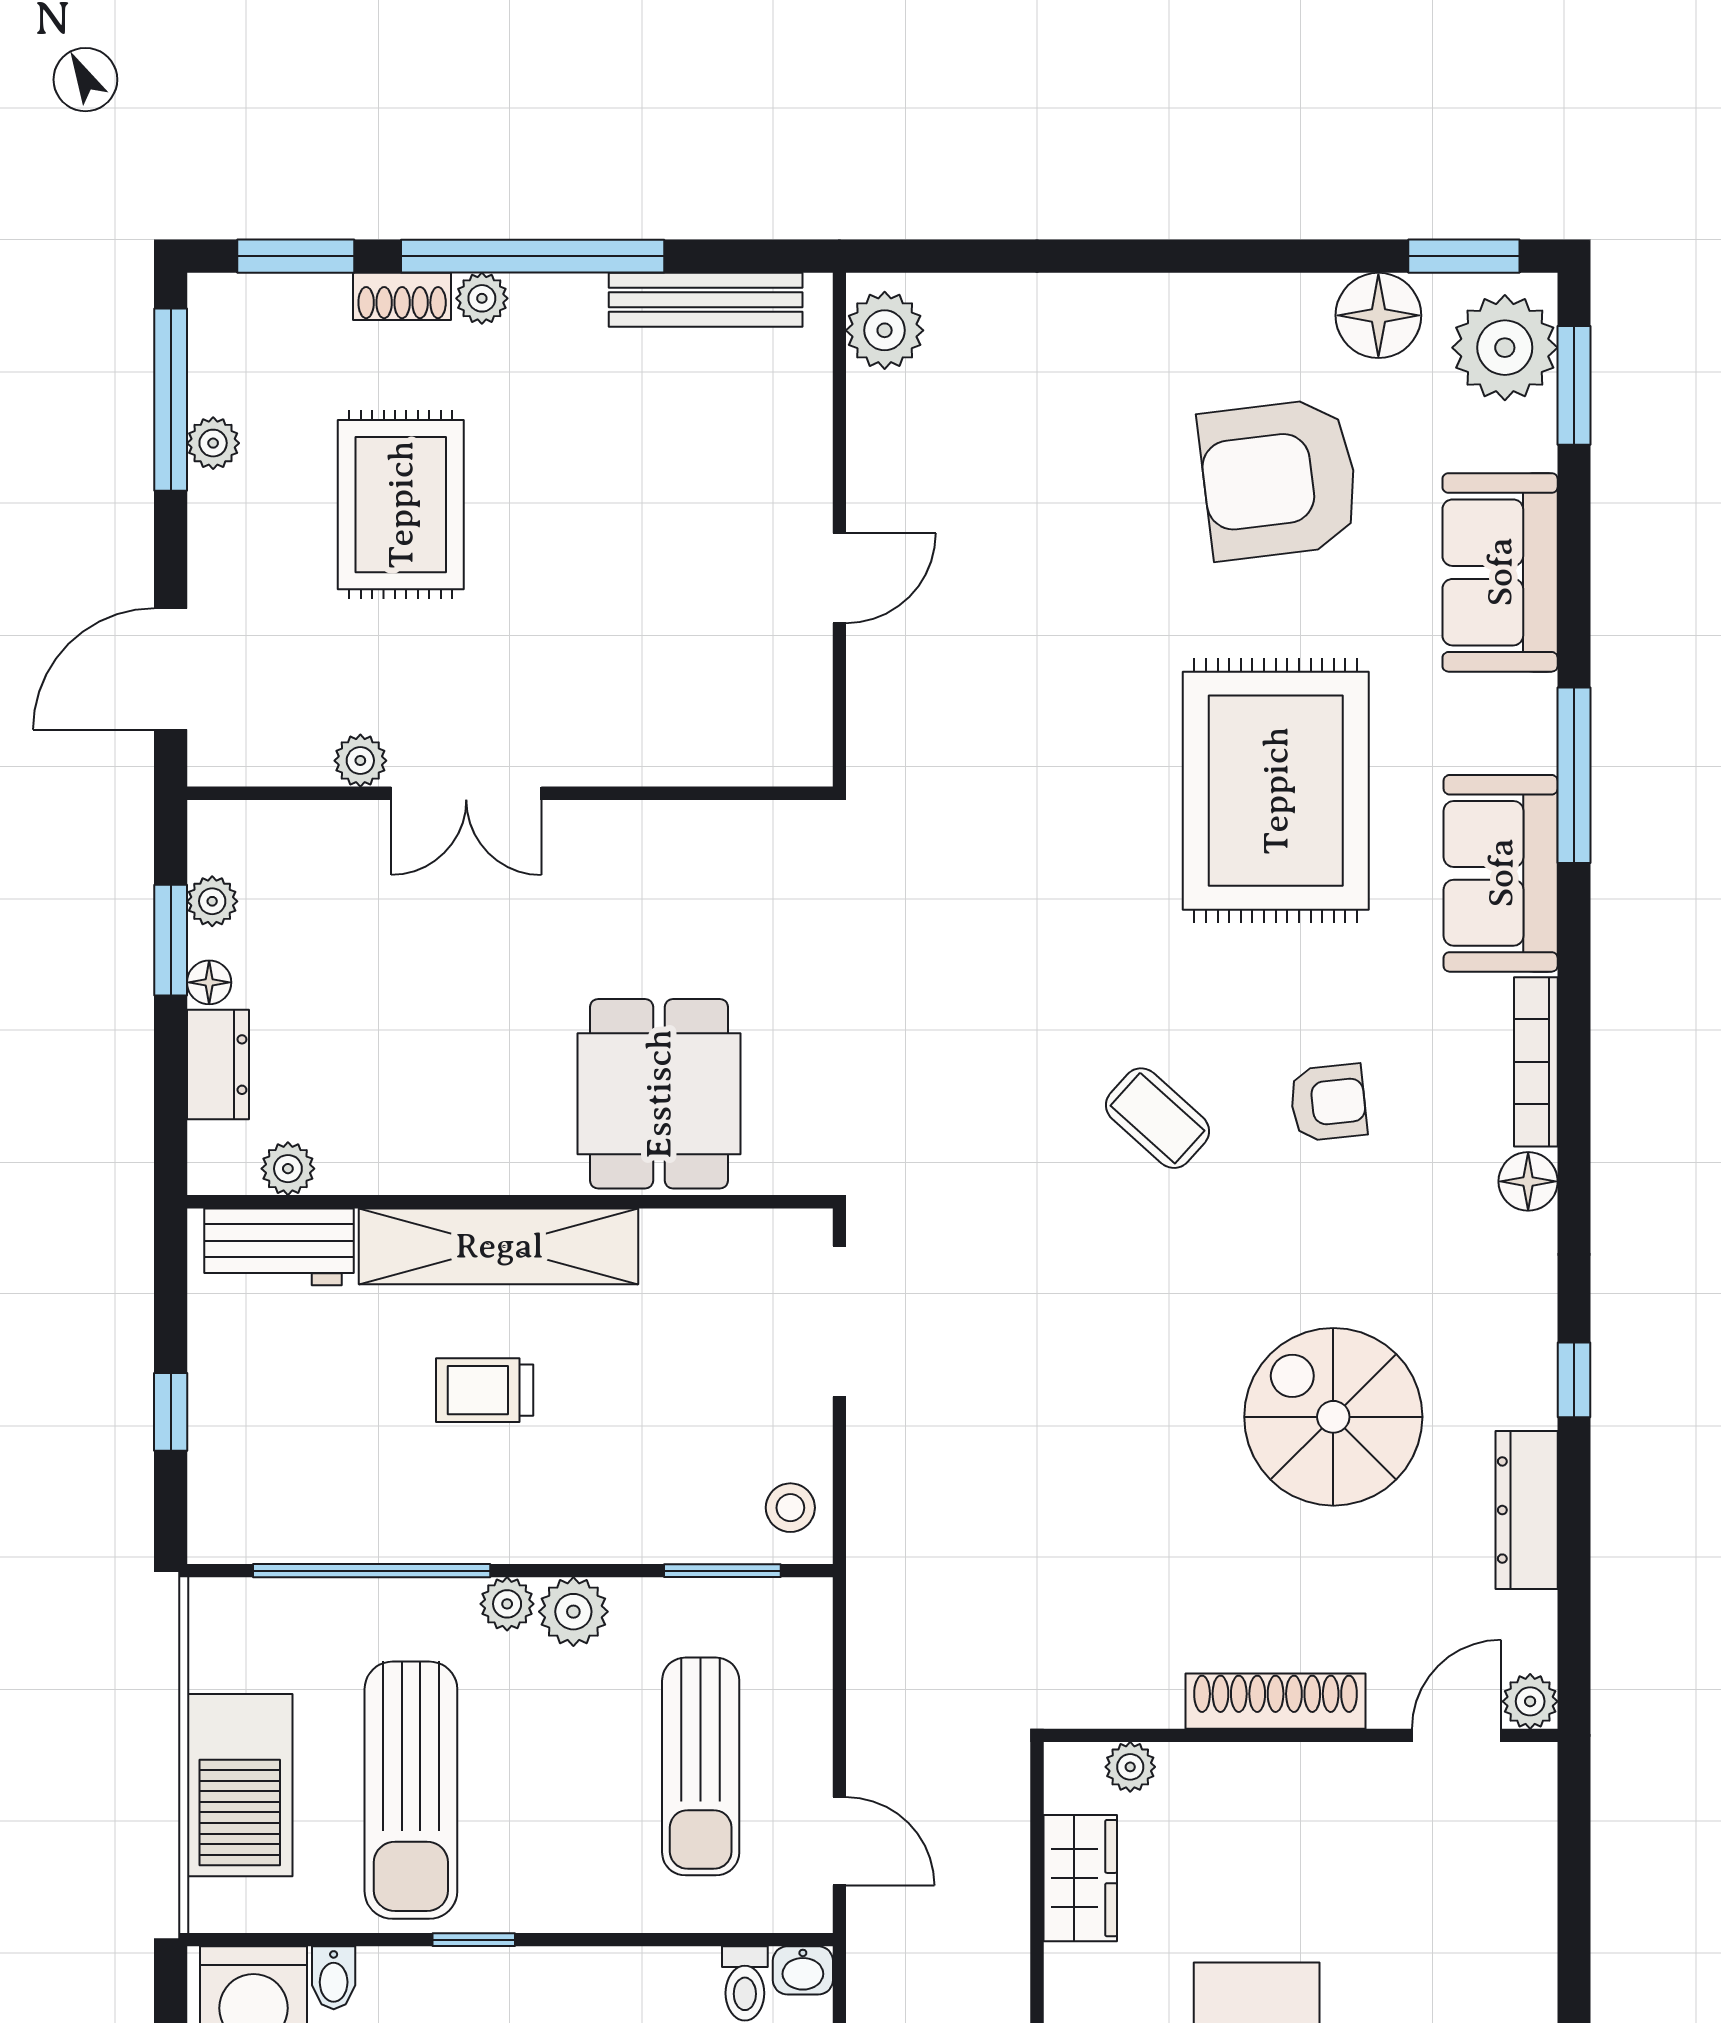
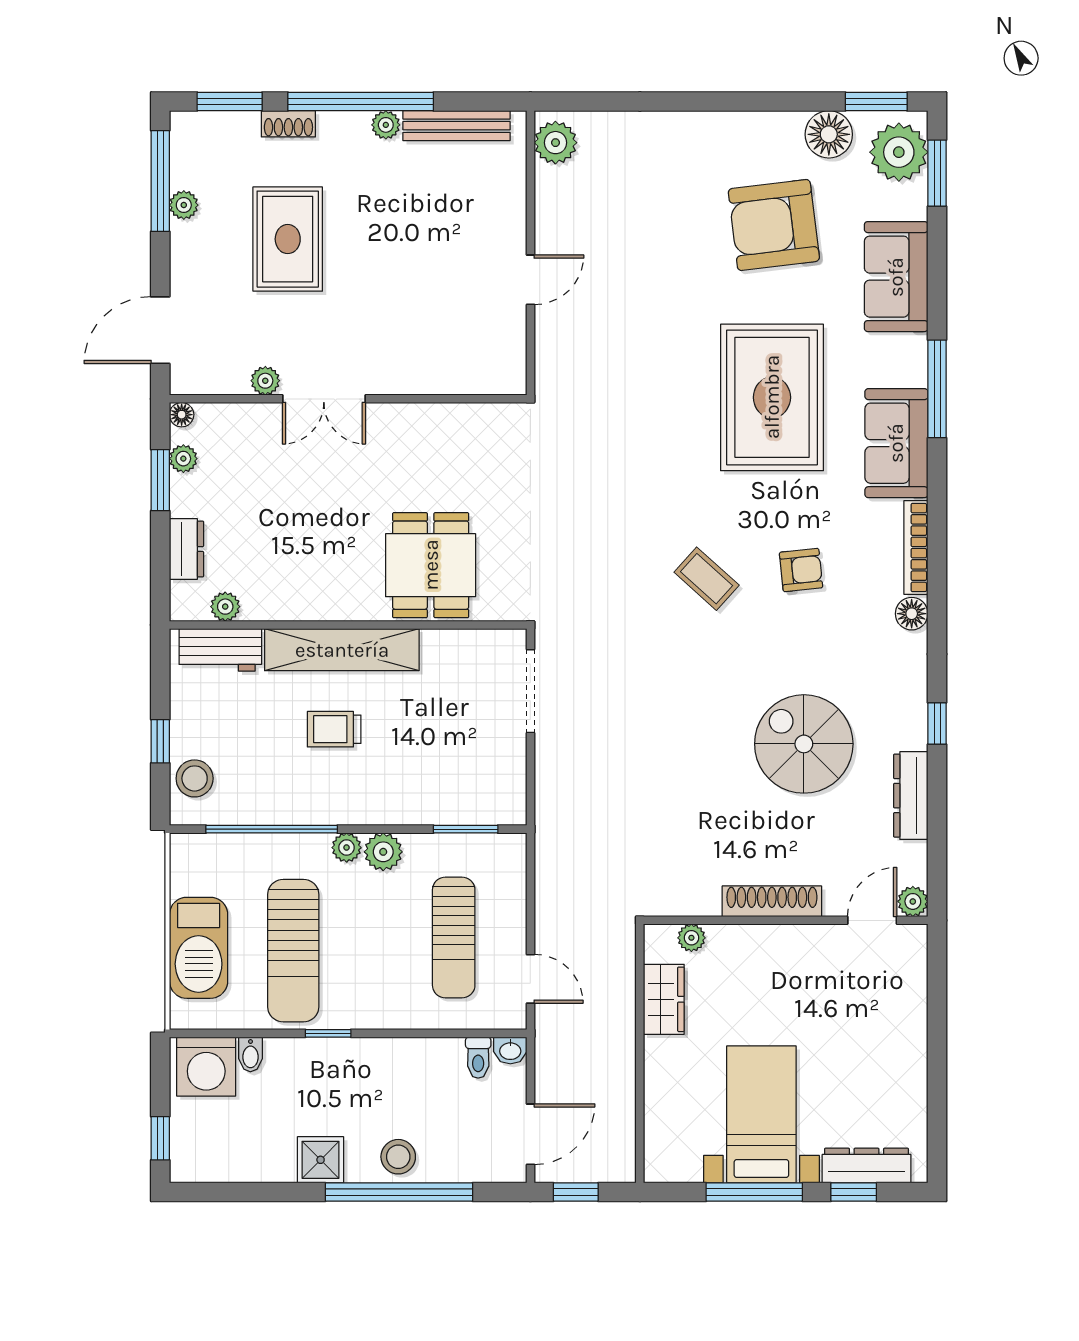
plant: (482, 298) -> (386, 125), moved
floor lamp: (209, 982) -> (182, 415), moved
stool: (790, 1508) -> (195, 778), moved, width x1.37, depth x1.37

